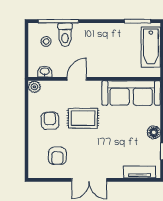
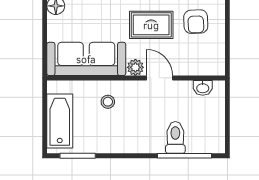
stool: (46, 41) -> (108, 102), moved
door: (77, 79) -> (160, 78), swing flipped
plant: (34, 87) -> (135, 67), moved

